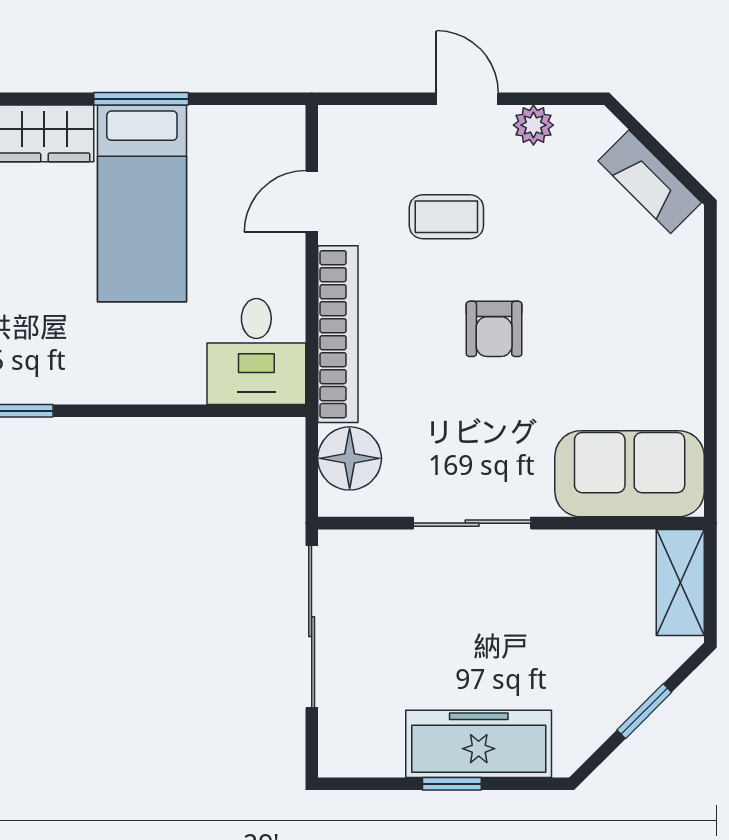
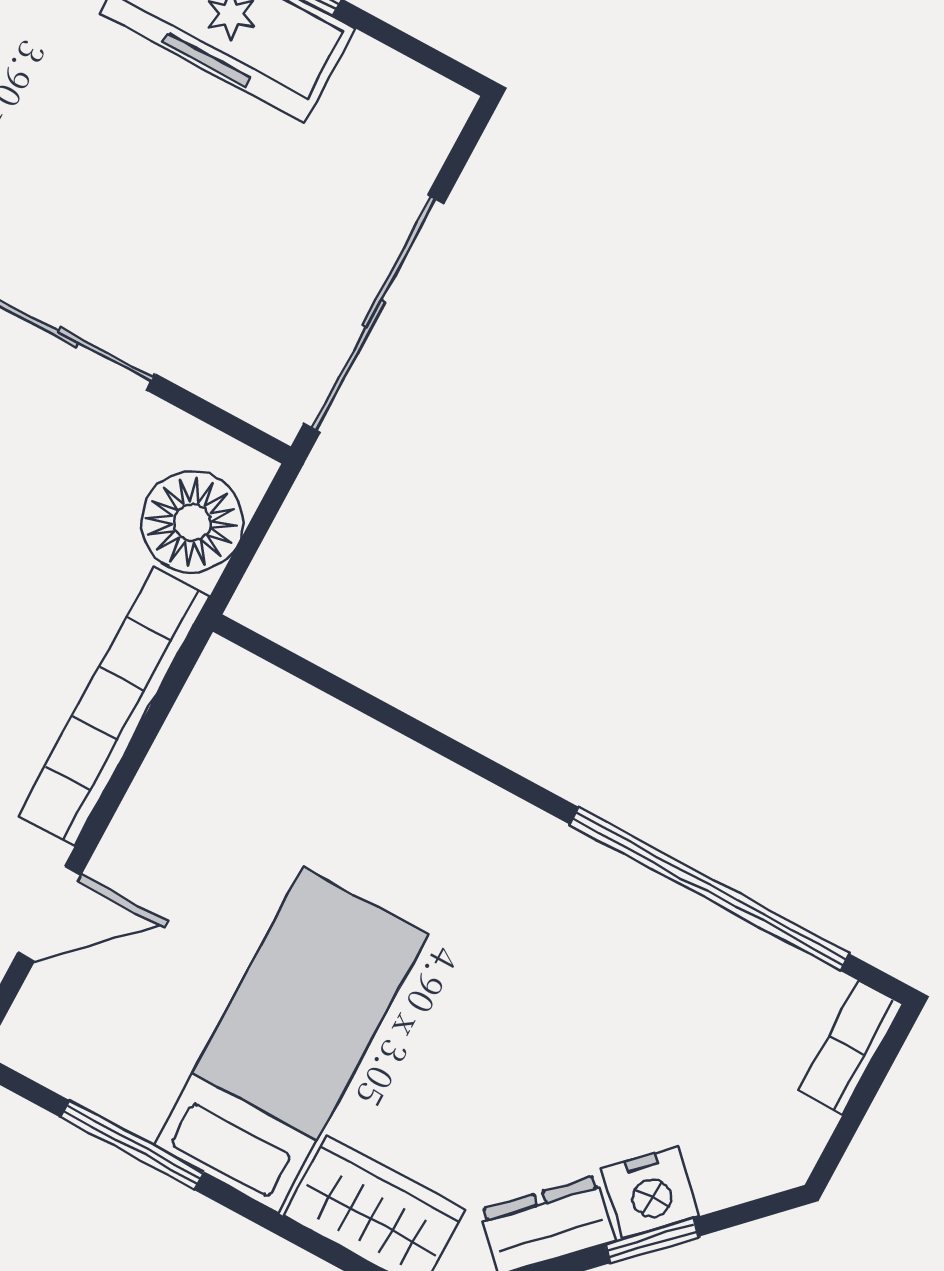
window: (141, 99) -> (132, 1145), moved
desk: (256, 351) -> (242, 744), removed

